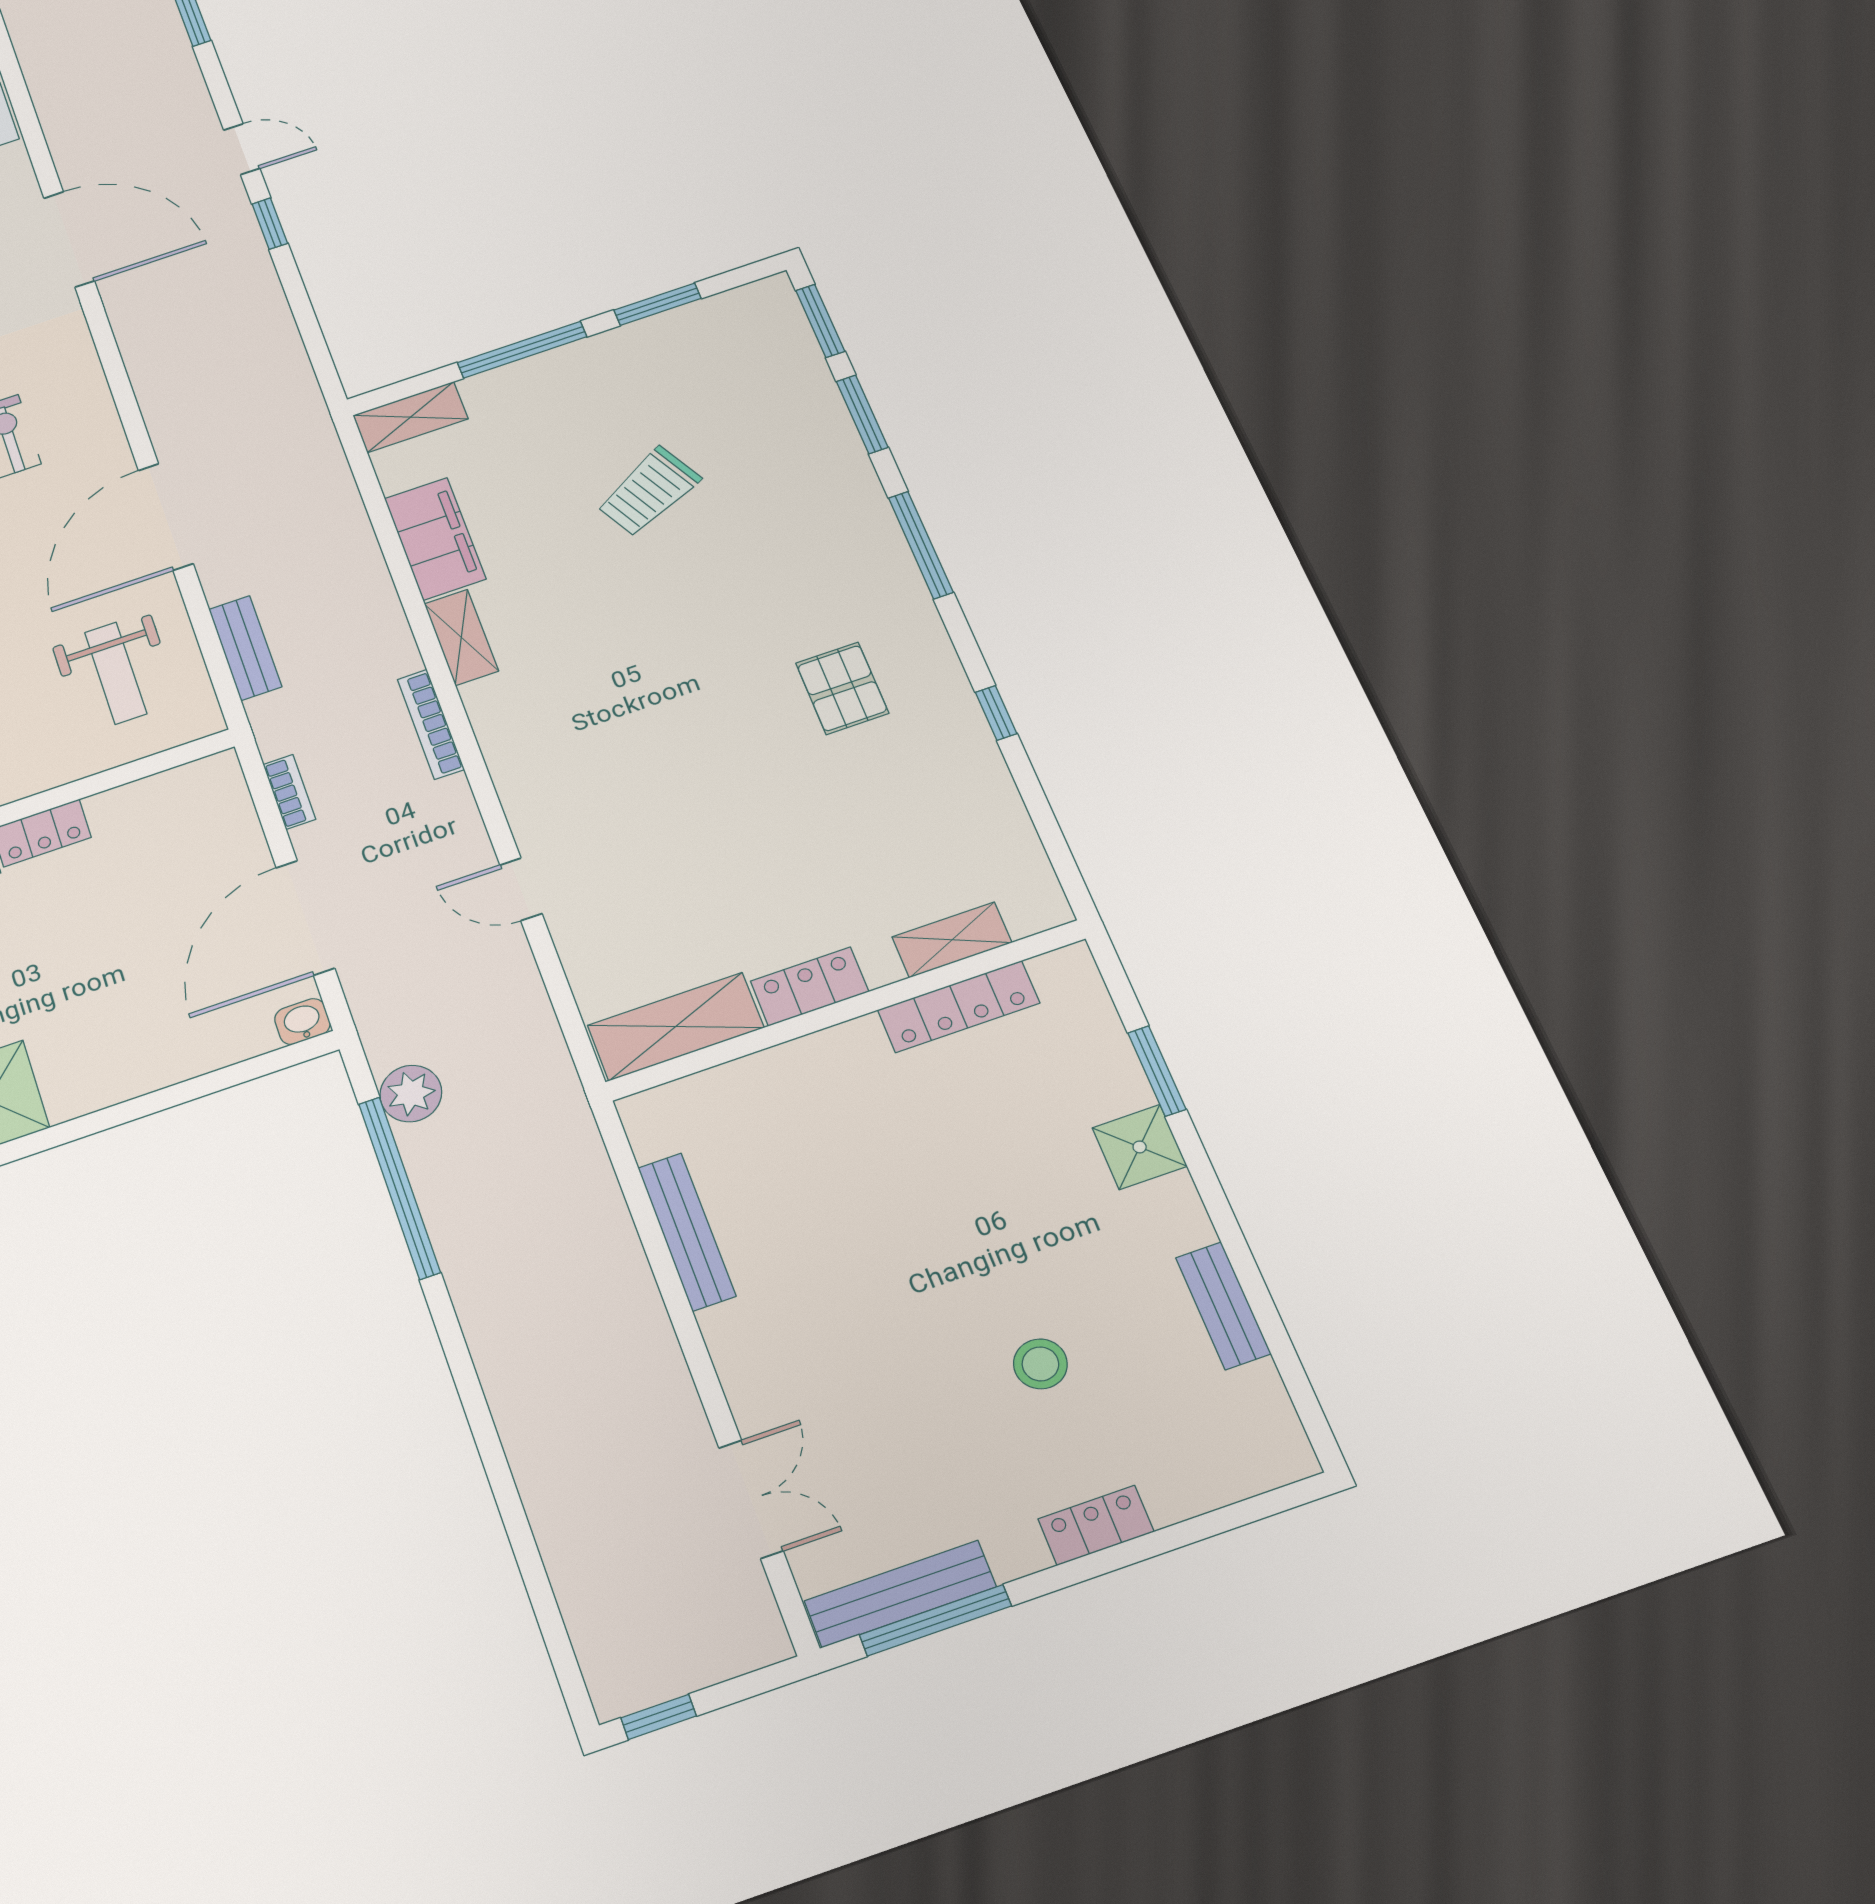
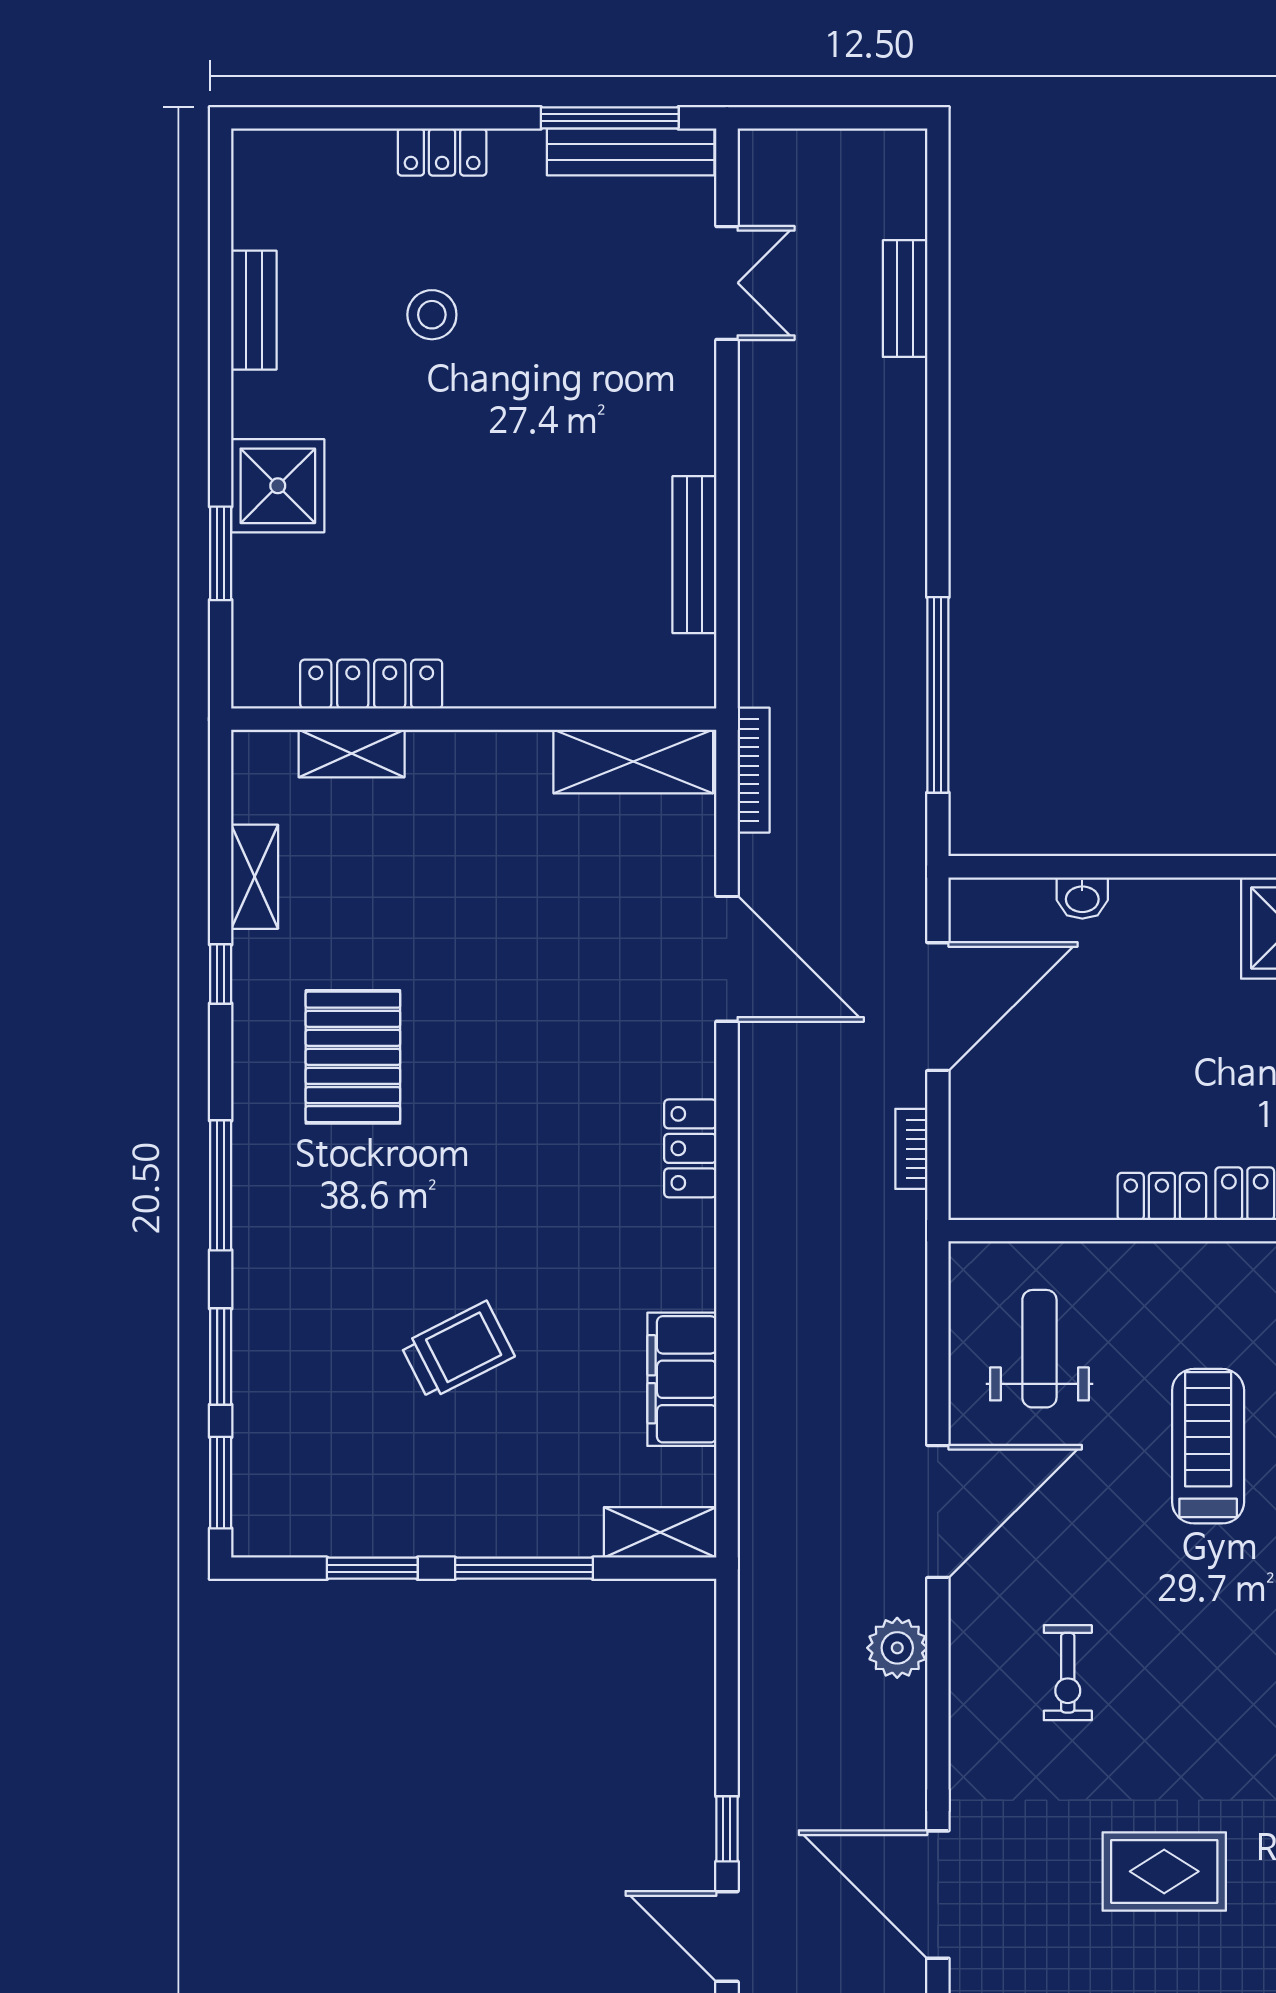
door: (242, 149) -> (727, 1936), width x1.38
shelving: (461, 637) -> (255, 877), moved
bench: (245, 648) -> (905, 299), moved
pallet: (842, 688) -> (353, 1057), width x1.50, depth x1.42
bookcase: (431, 724) -> (754, 770), moved
door: (521, 889) -> (727, 959), width x1.87
locker: (810, 986) -> (690, 1148), moved, turned 90
washbasin: (302, 1022) -> (1082, 898), moved
plant: (411, 1094) -> (897, 1648), moved
shower: (1140, 1147) -> (278, 486), width x1.36, depth x1.36
double door: (751, 1499) -> (727, 283), swing flipped
window: (659, 1717) -> (874, 118), removed

